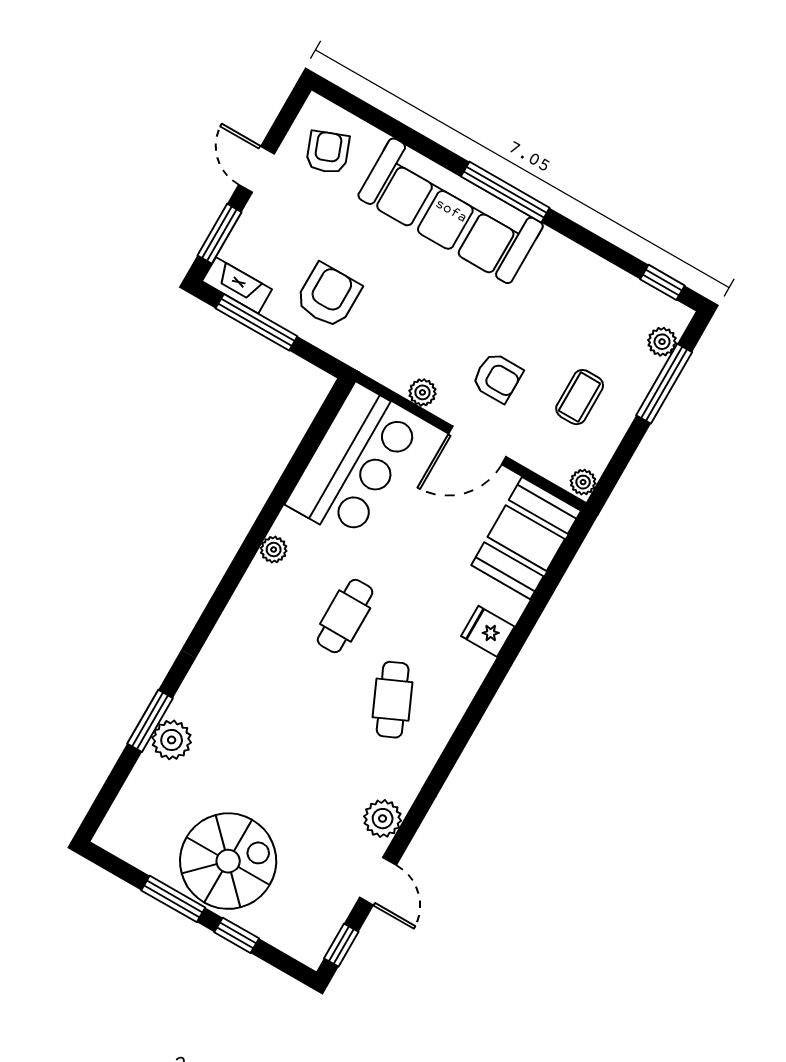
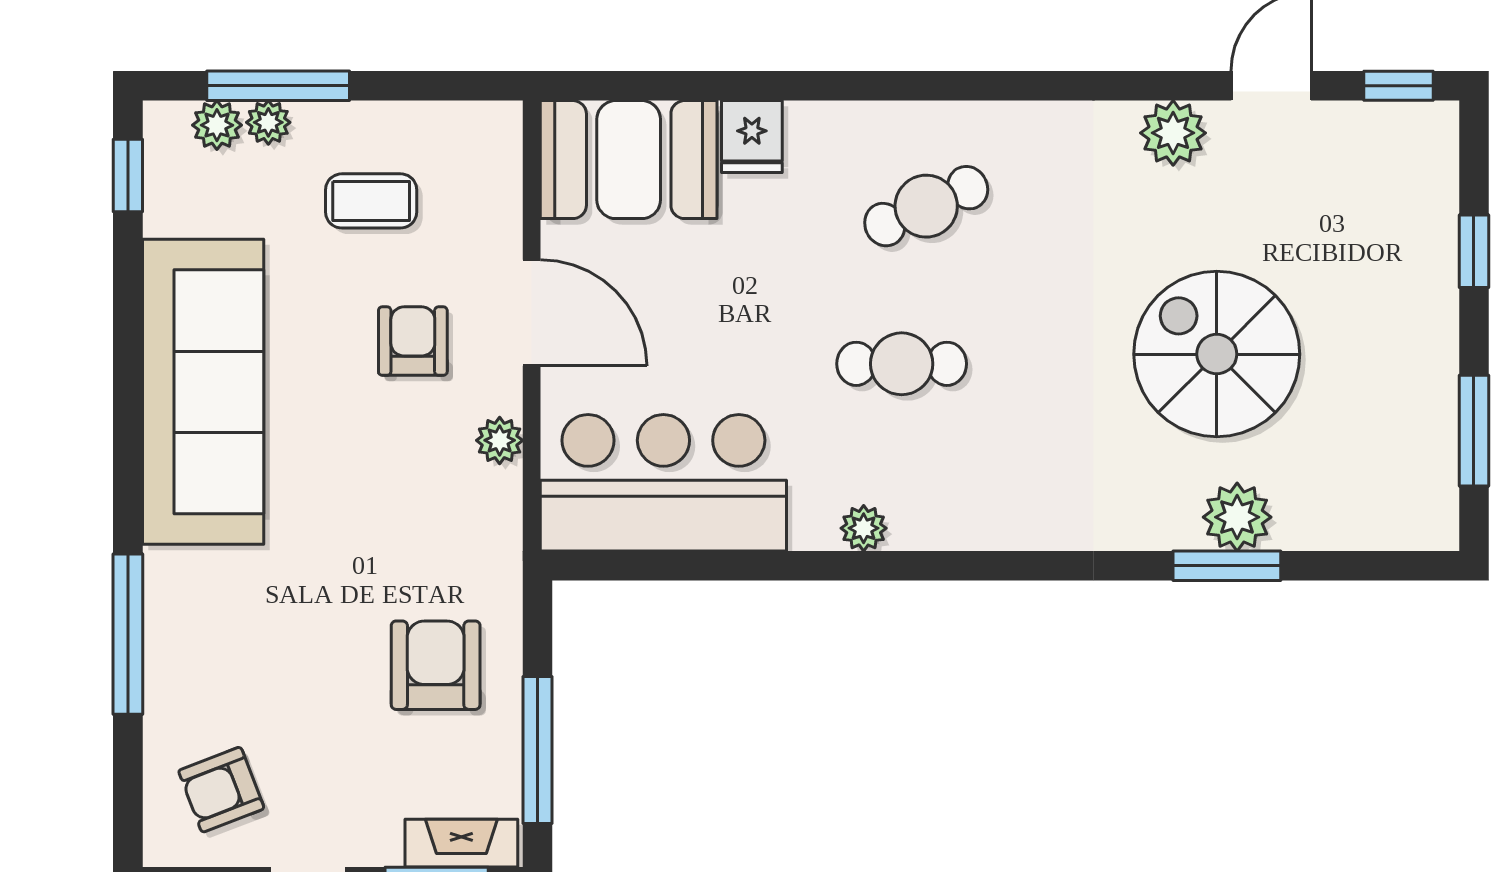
window: (505, 192) -> (128, 634), moved
sofa: (451, 211) -> (203, 392), moved
fireplace: (237, 285) -> (461, 843), moved, turned 90
armchair: (328, 296) -> (436, 665), turned 90
plant: (583, 482) -> (268, 122), moved
fridge: (488, 631) -> (752, 137), moved
cafe table: (393, 700) -> (926, 206), moved
spiral stairs: (228, 861) -> (1217, 354), moved
window: (173, 899) -> (1474, 431), moved

